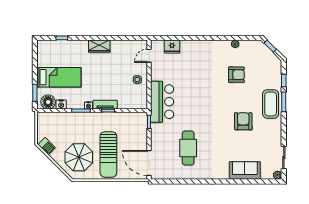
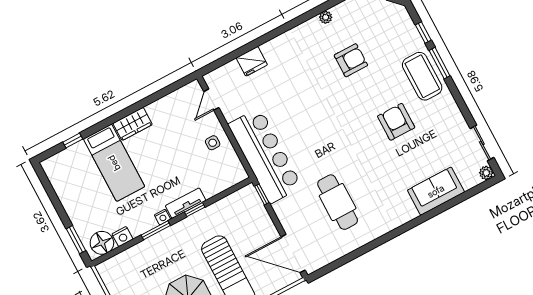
fridge: (172, 47) -> (252, 61), moved
bed: (59, 77) -> (114, 163), moved, turned 90
bar counter: (162, 102) -> (265, 156), width x1.36

